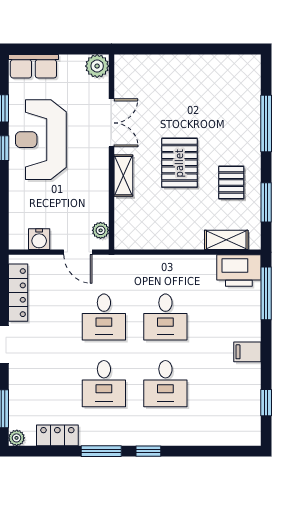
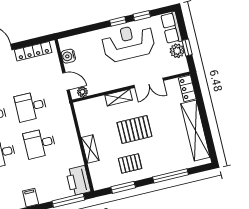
window: (70, 49) -> (187, 47), added
locker: (135, 64) -> (187, 88), added
plant: (97, 66) -> (177, 51), moved
shelving: (204, 67) -> (195, 131), added
shelving: (226, 240) -> (90, 149), moved
door: (78, 252) -> (66, 81), swing flipped

